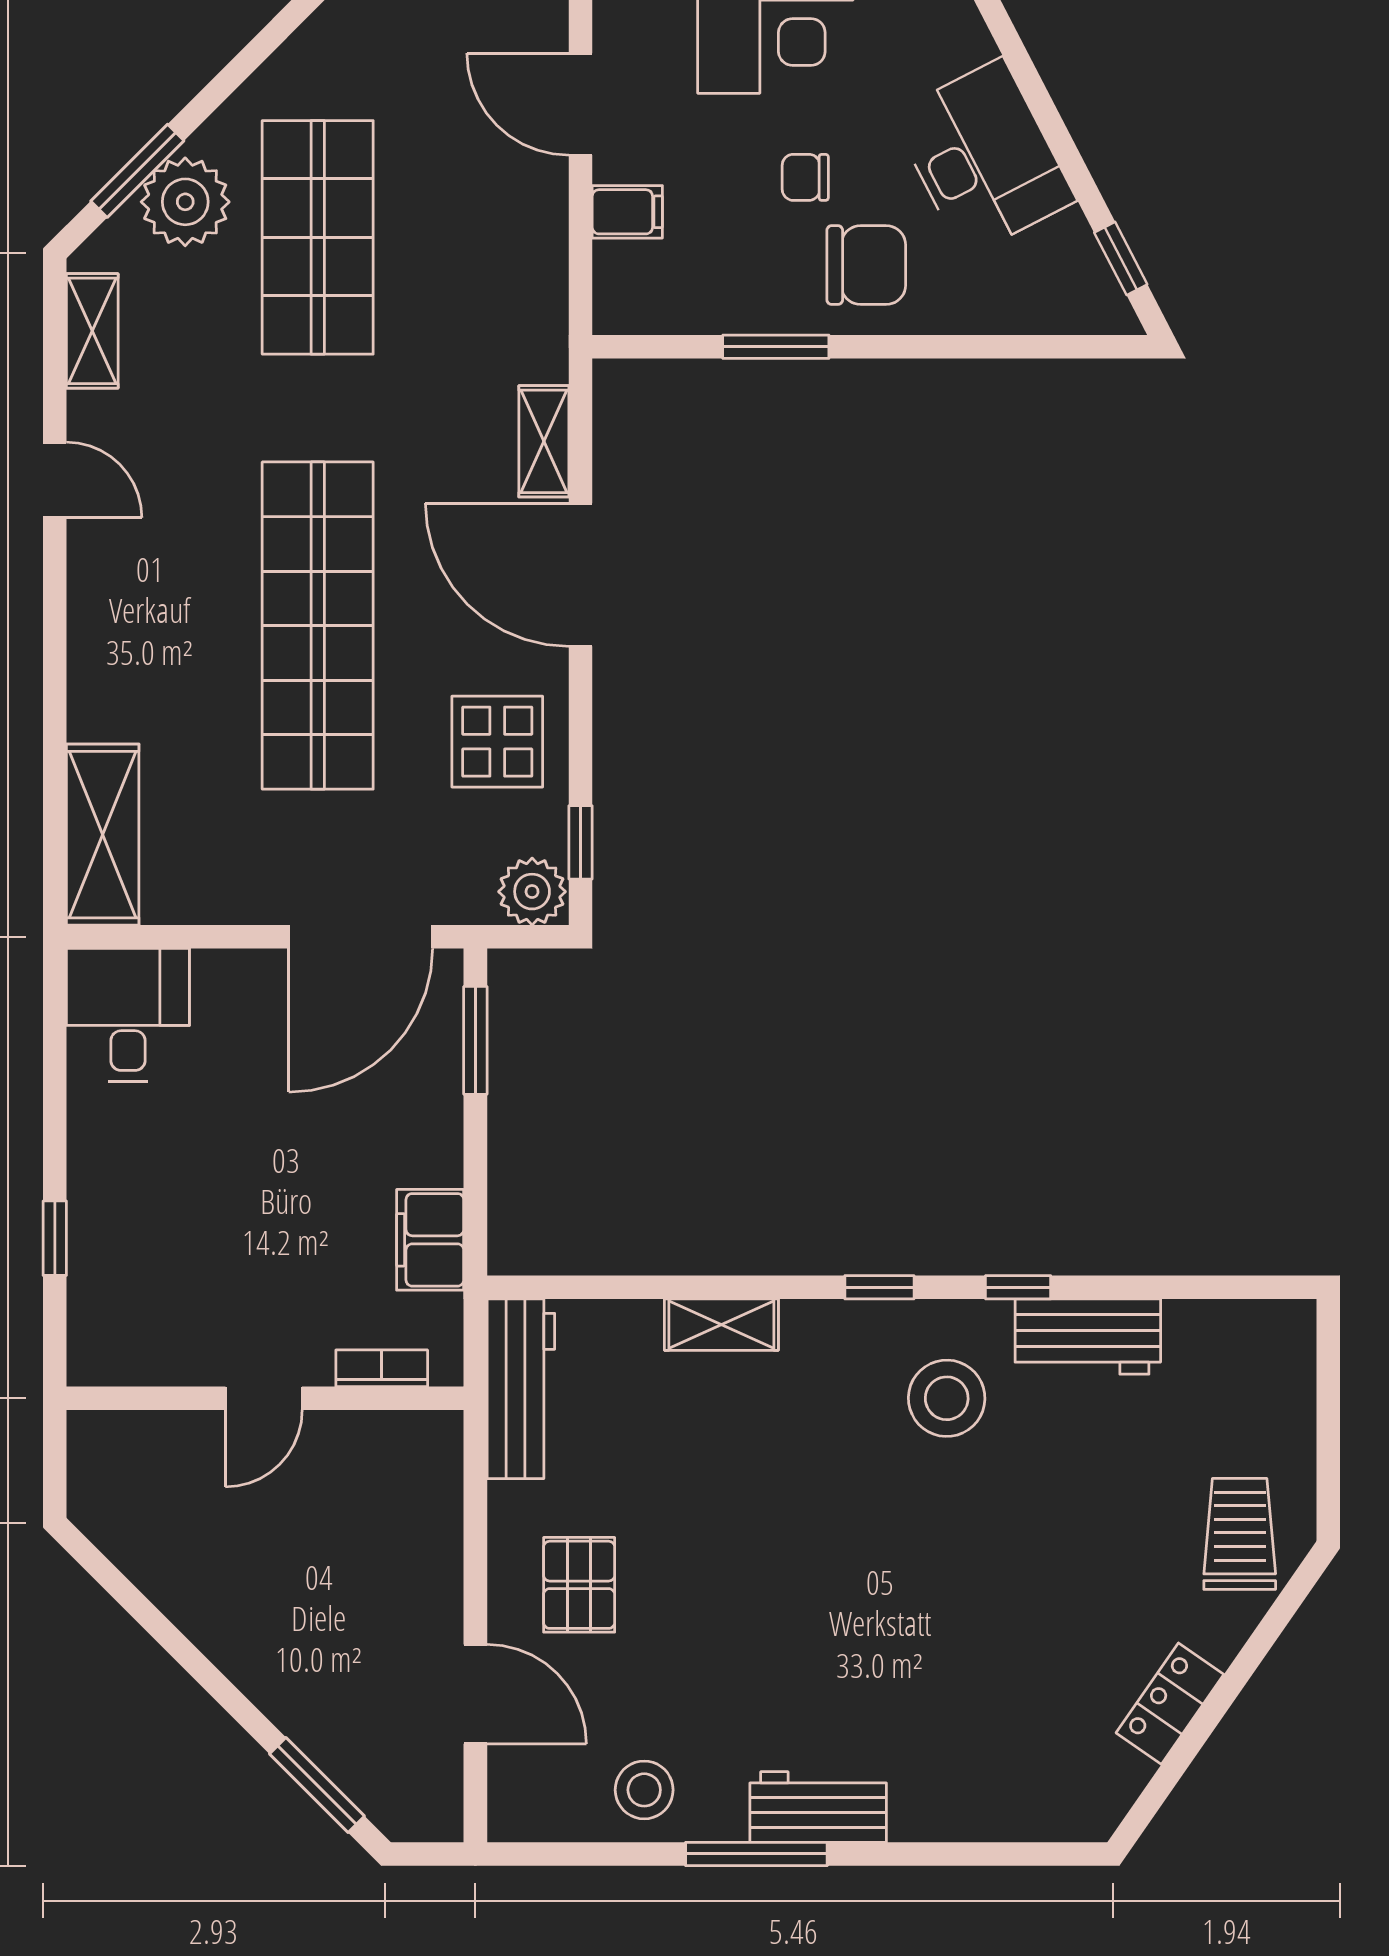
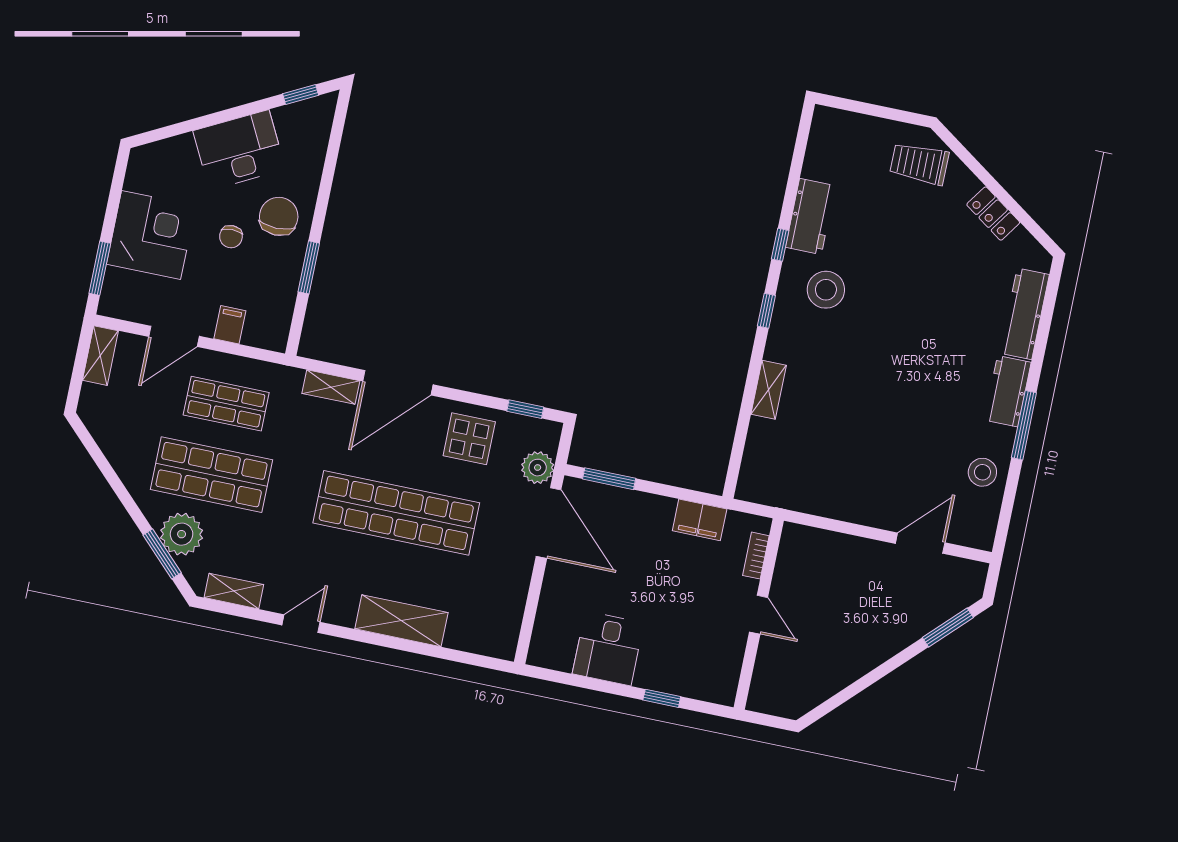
shop shelf: (467, 237) -> (226, 404), added
shelving: (103, 835) -> (401, 621), moved
plant: (532, 892) -> (538, 468), moved
desk: (128, 1015) -> (608, 648), moved, turned -90
workbench: (521, 1389) -> (1024, 314), moved, turned -90
pallet: (579, 1585) -> (878, 483), removed

